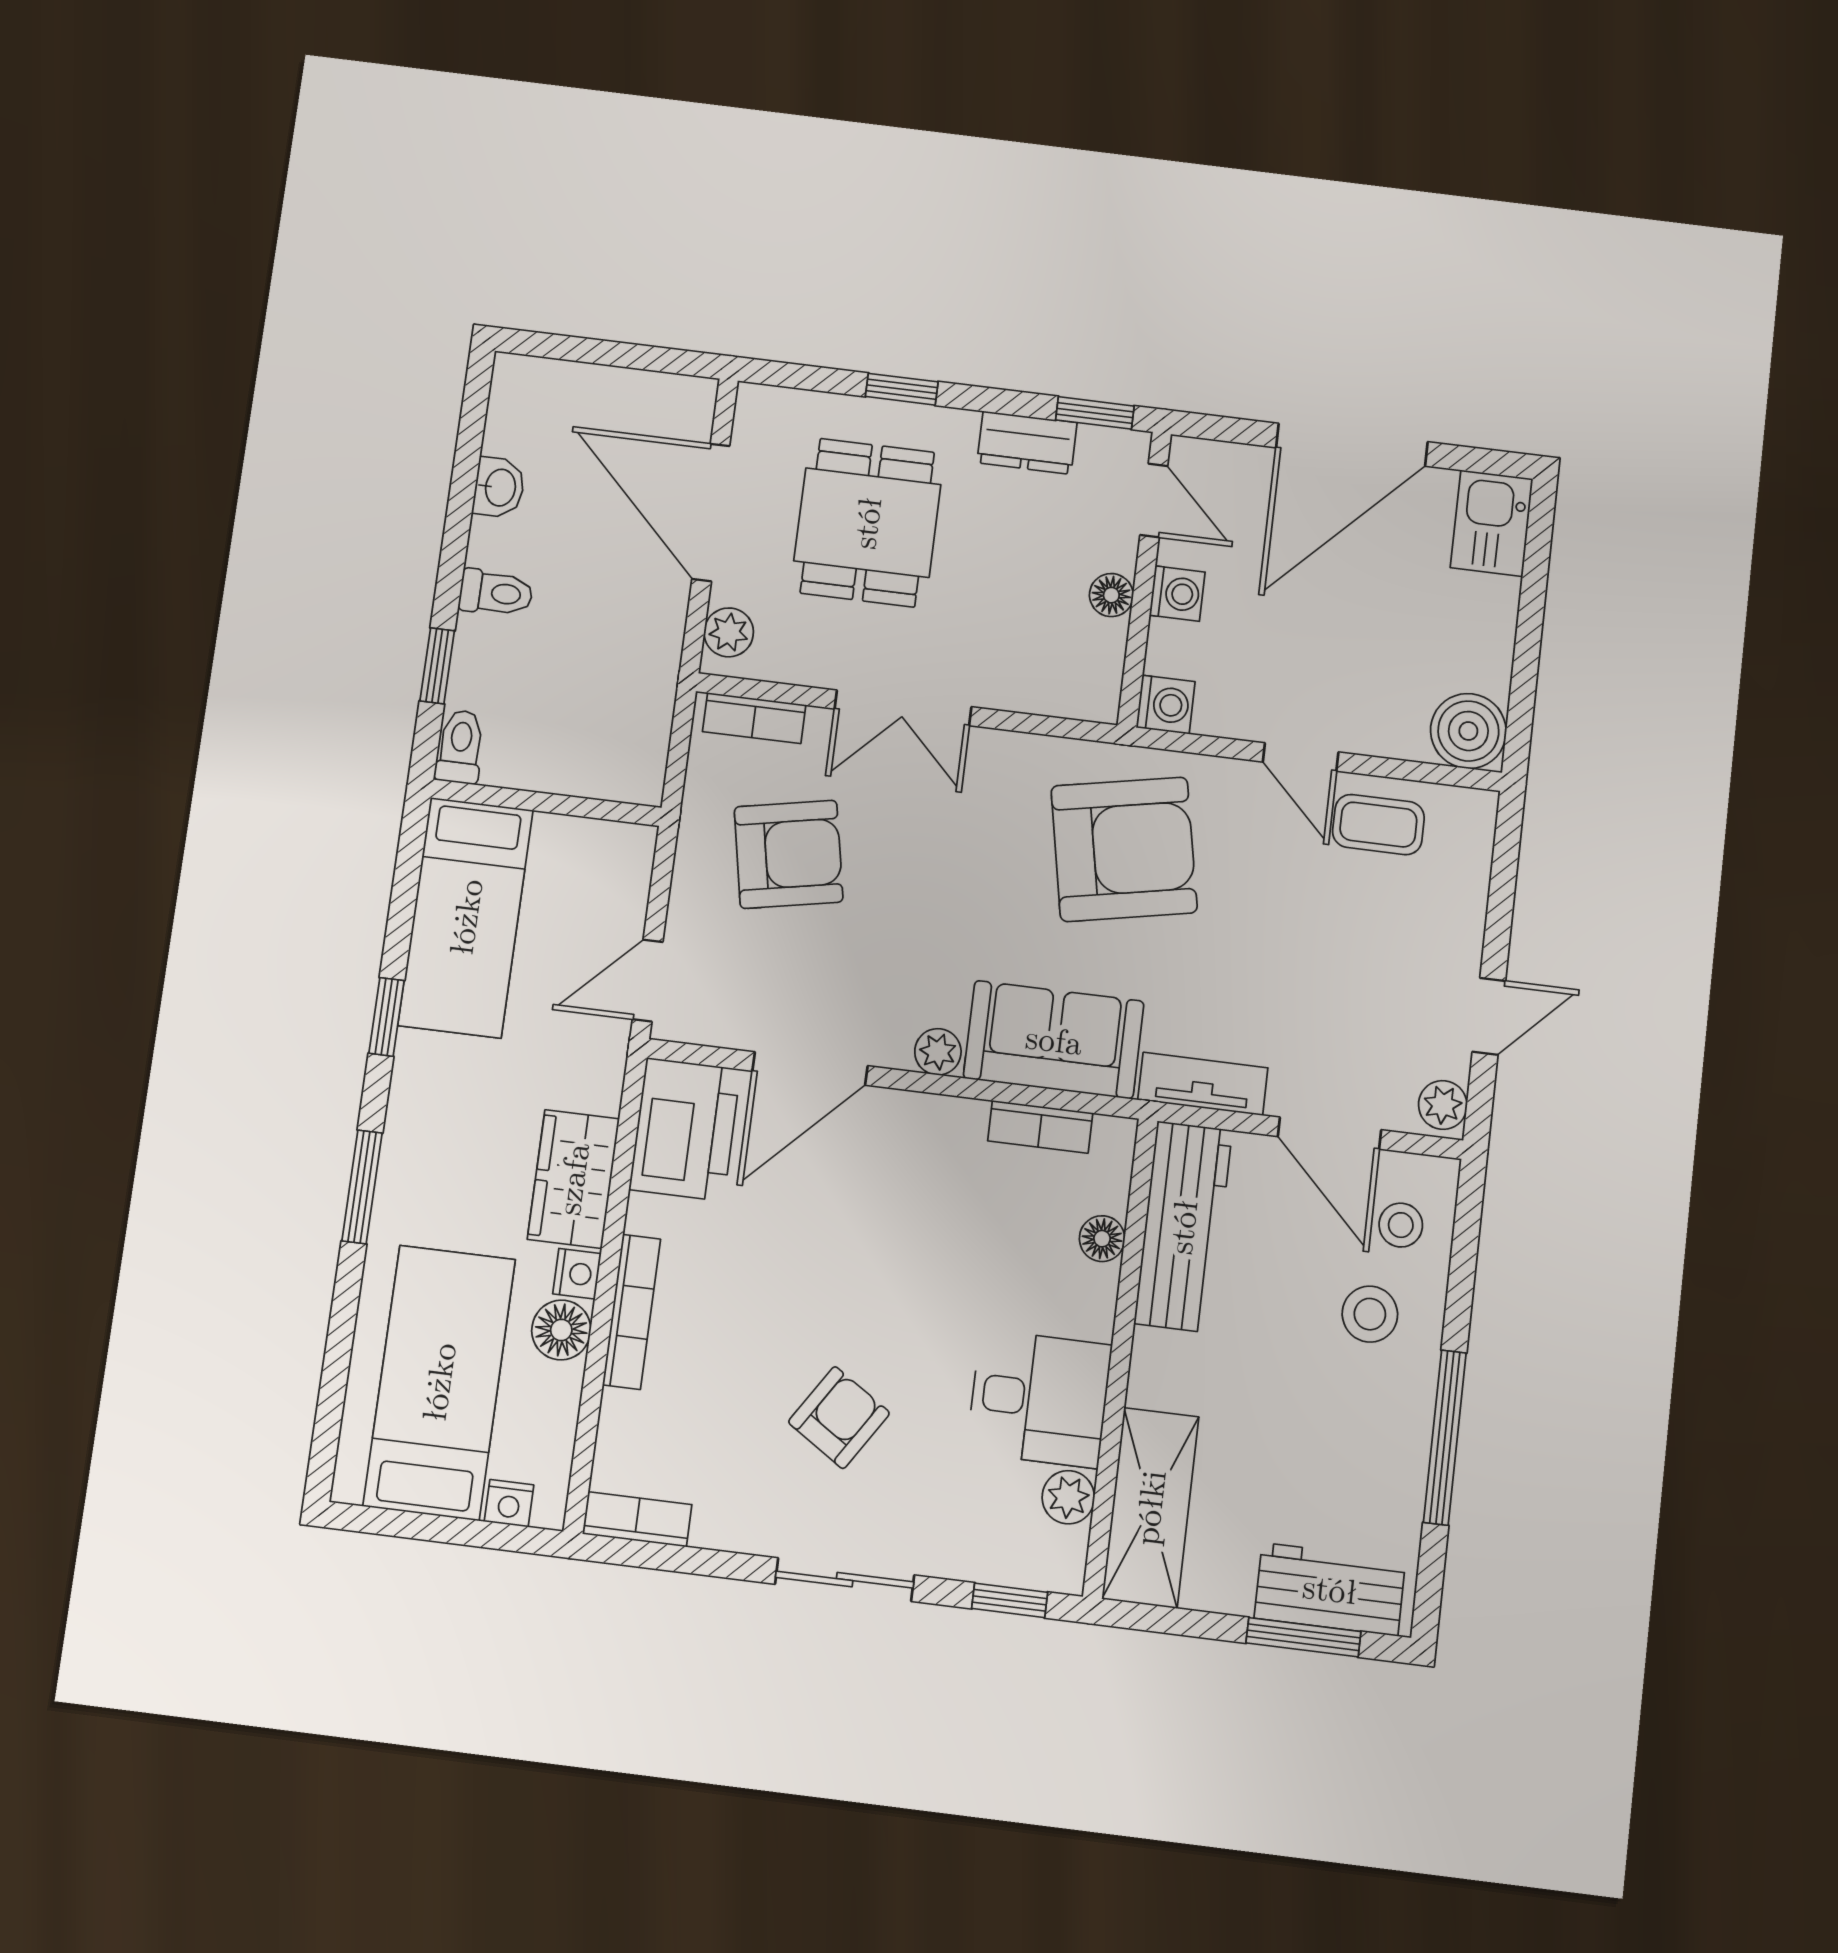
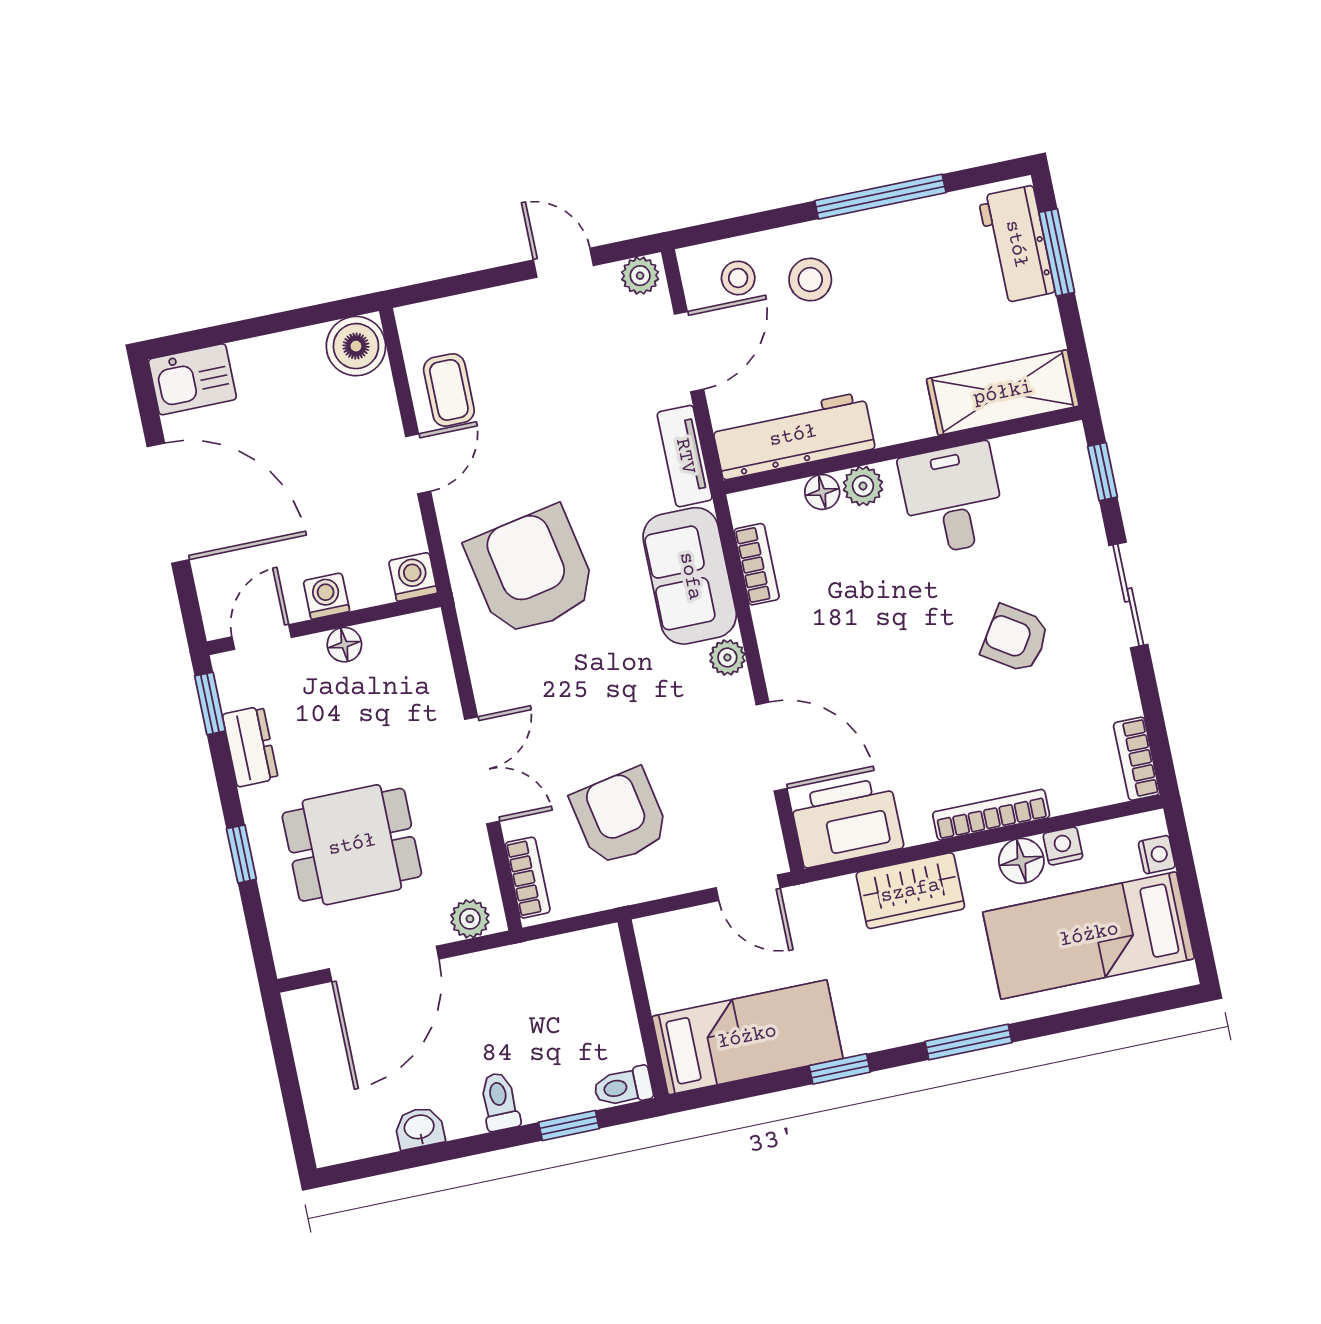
nightstand: (577, 1274) -> (1063, 846), moved
plant: (1068, 1497) -> (863, 486), moved

